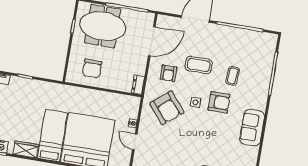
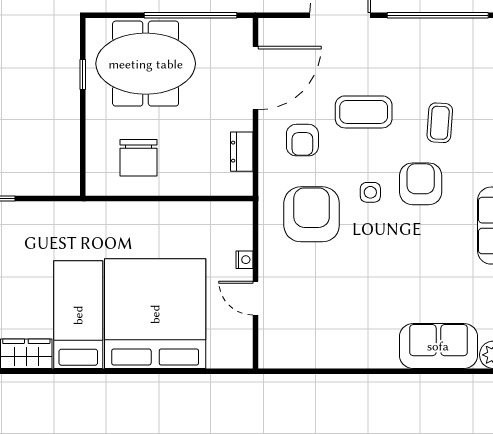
dresser: (138, 85) -> (242, 152), moved
armchair: (219, 102) -> (421, 184), turned -90
armchair: (167, 108) -> (312, 214), turned -140

